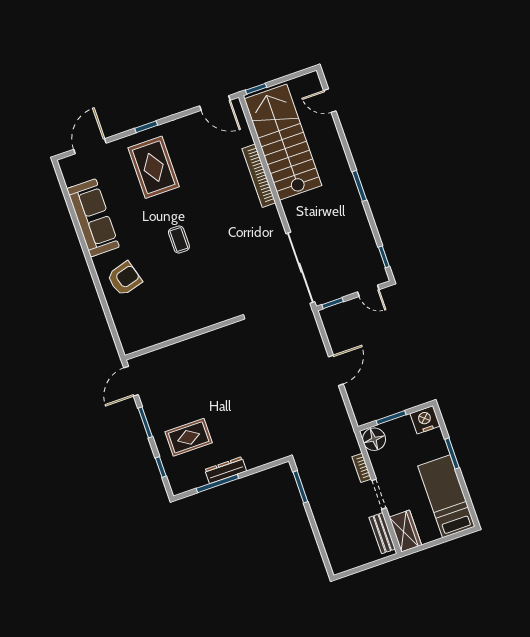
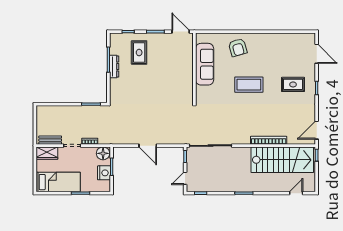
rug: (154, 167) -> (293, 84), width x0.73, depth x0.70
sofa: (93, 218) -> (205, 64), moved, turned -90
coffee table: (179, 239) -> (249, 85), width x1.86, depth x1.72
nightstand: (425, 420) -> (104, 173), moved

